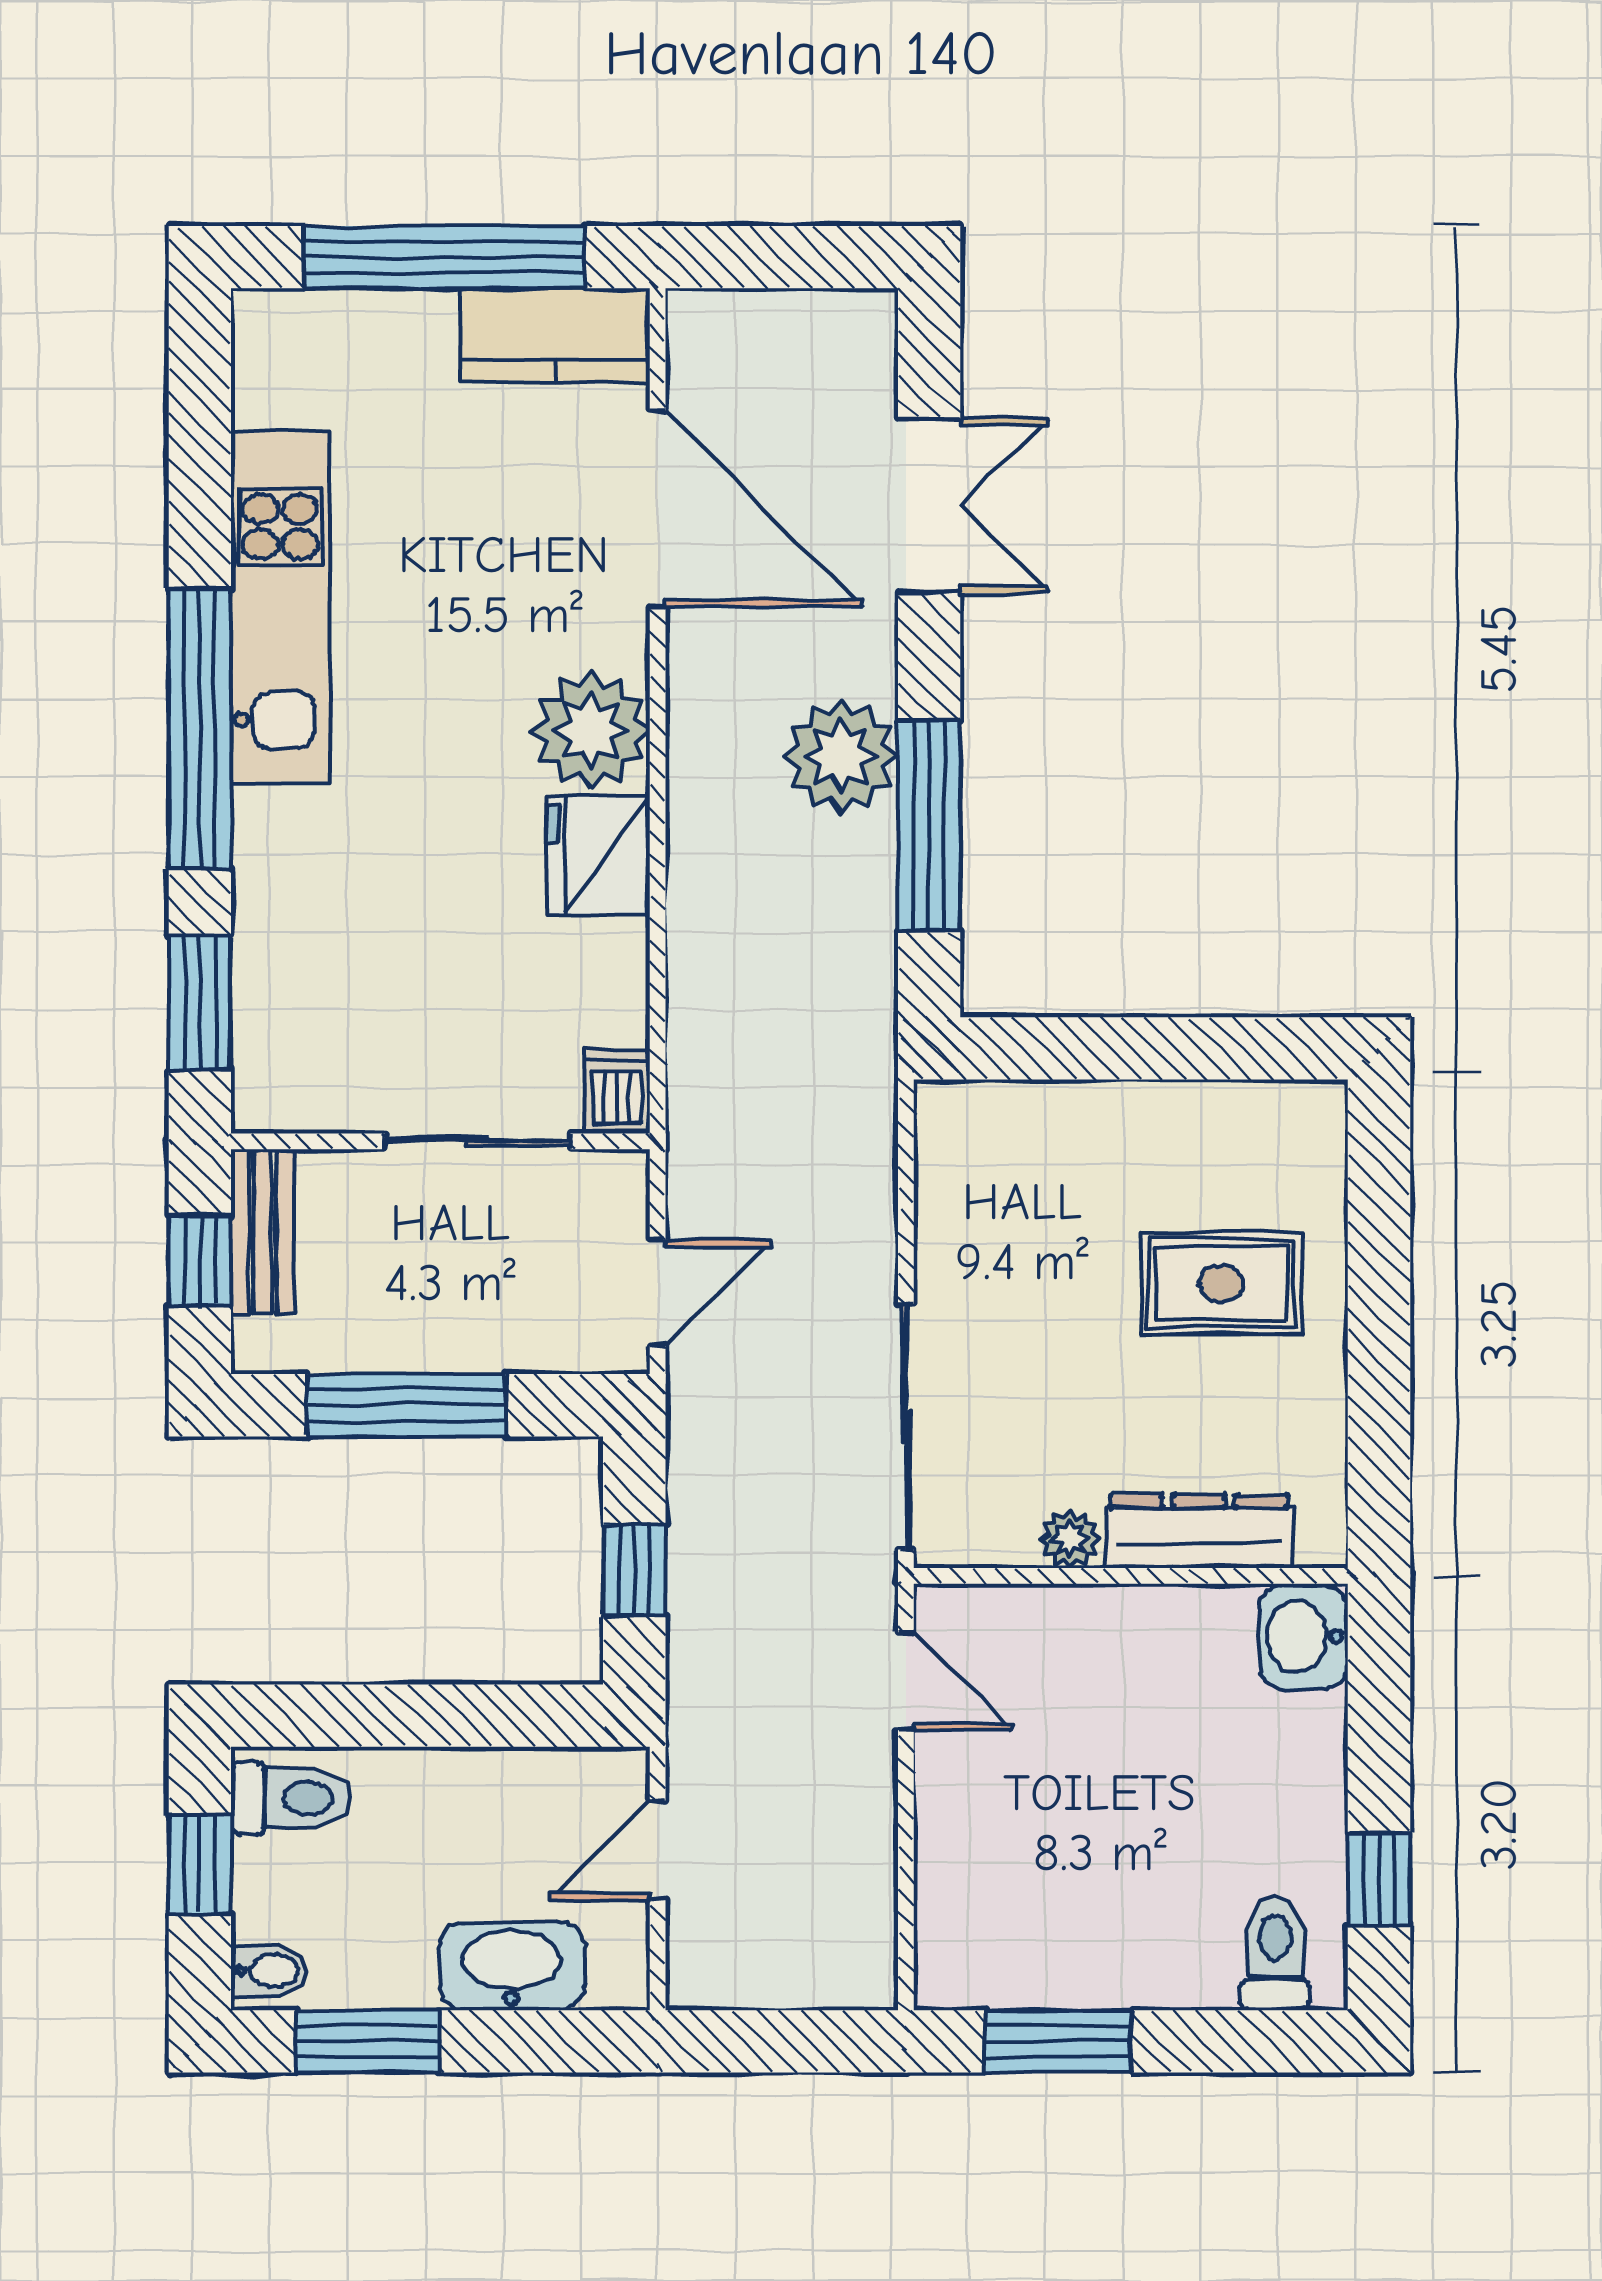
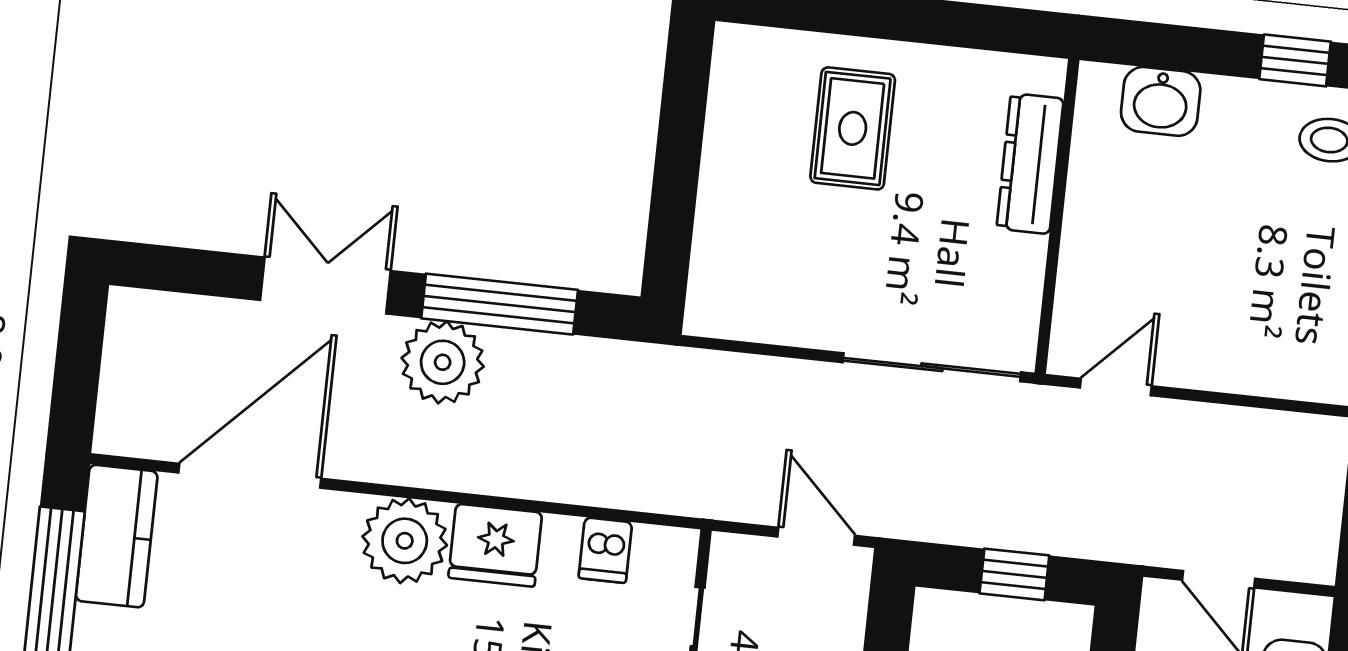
double door: (929, 505) -> (325, 285), moved
dishwasher: (617, 1092) -> (605, 550), moved, turned -90
plant: (1070, 1539) -> (1026, 257), removed
washbasin: (1303, 1637) -> (1161, 101), moved

